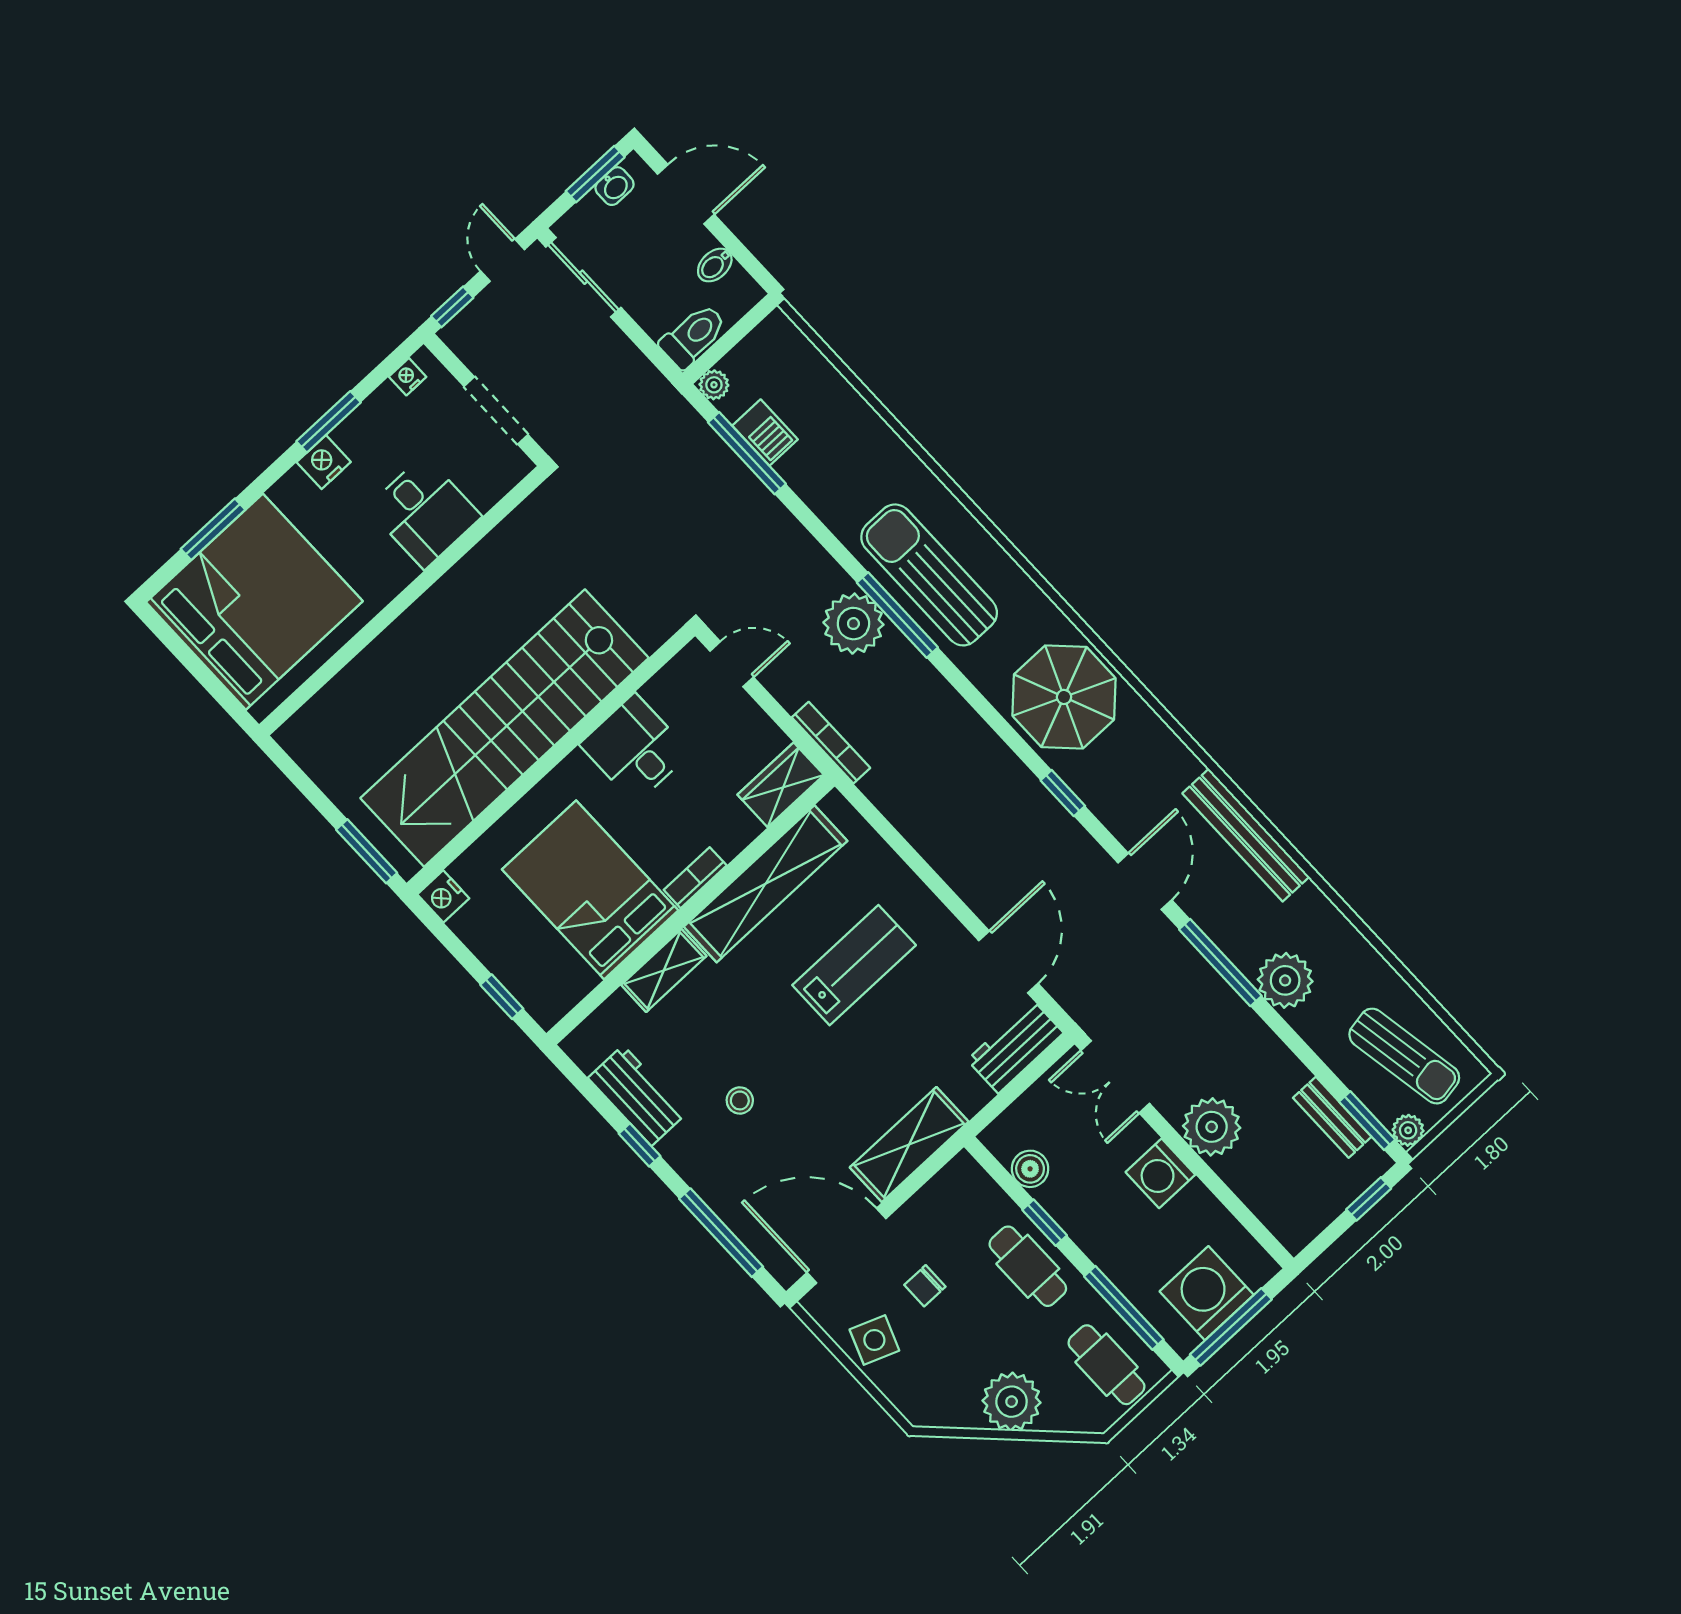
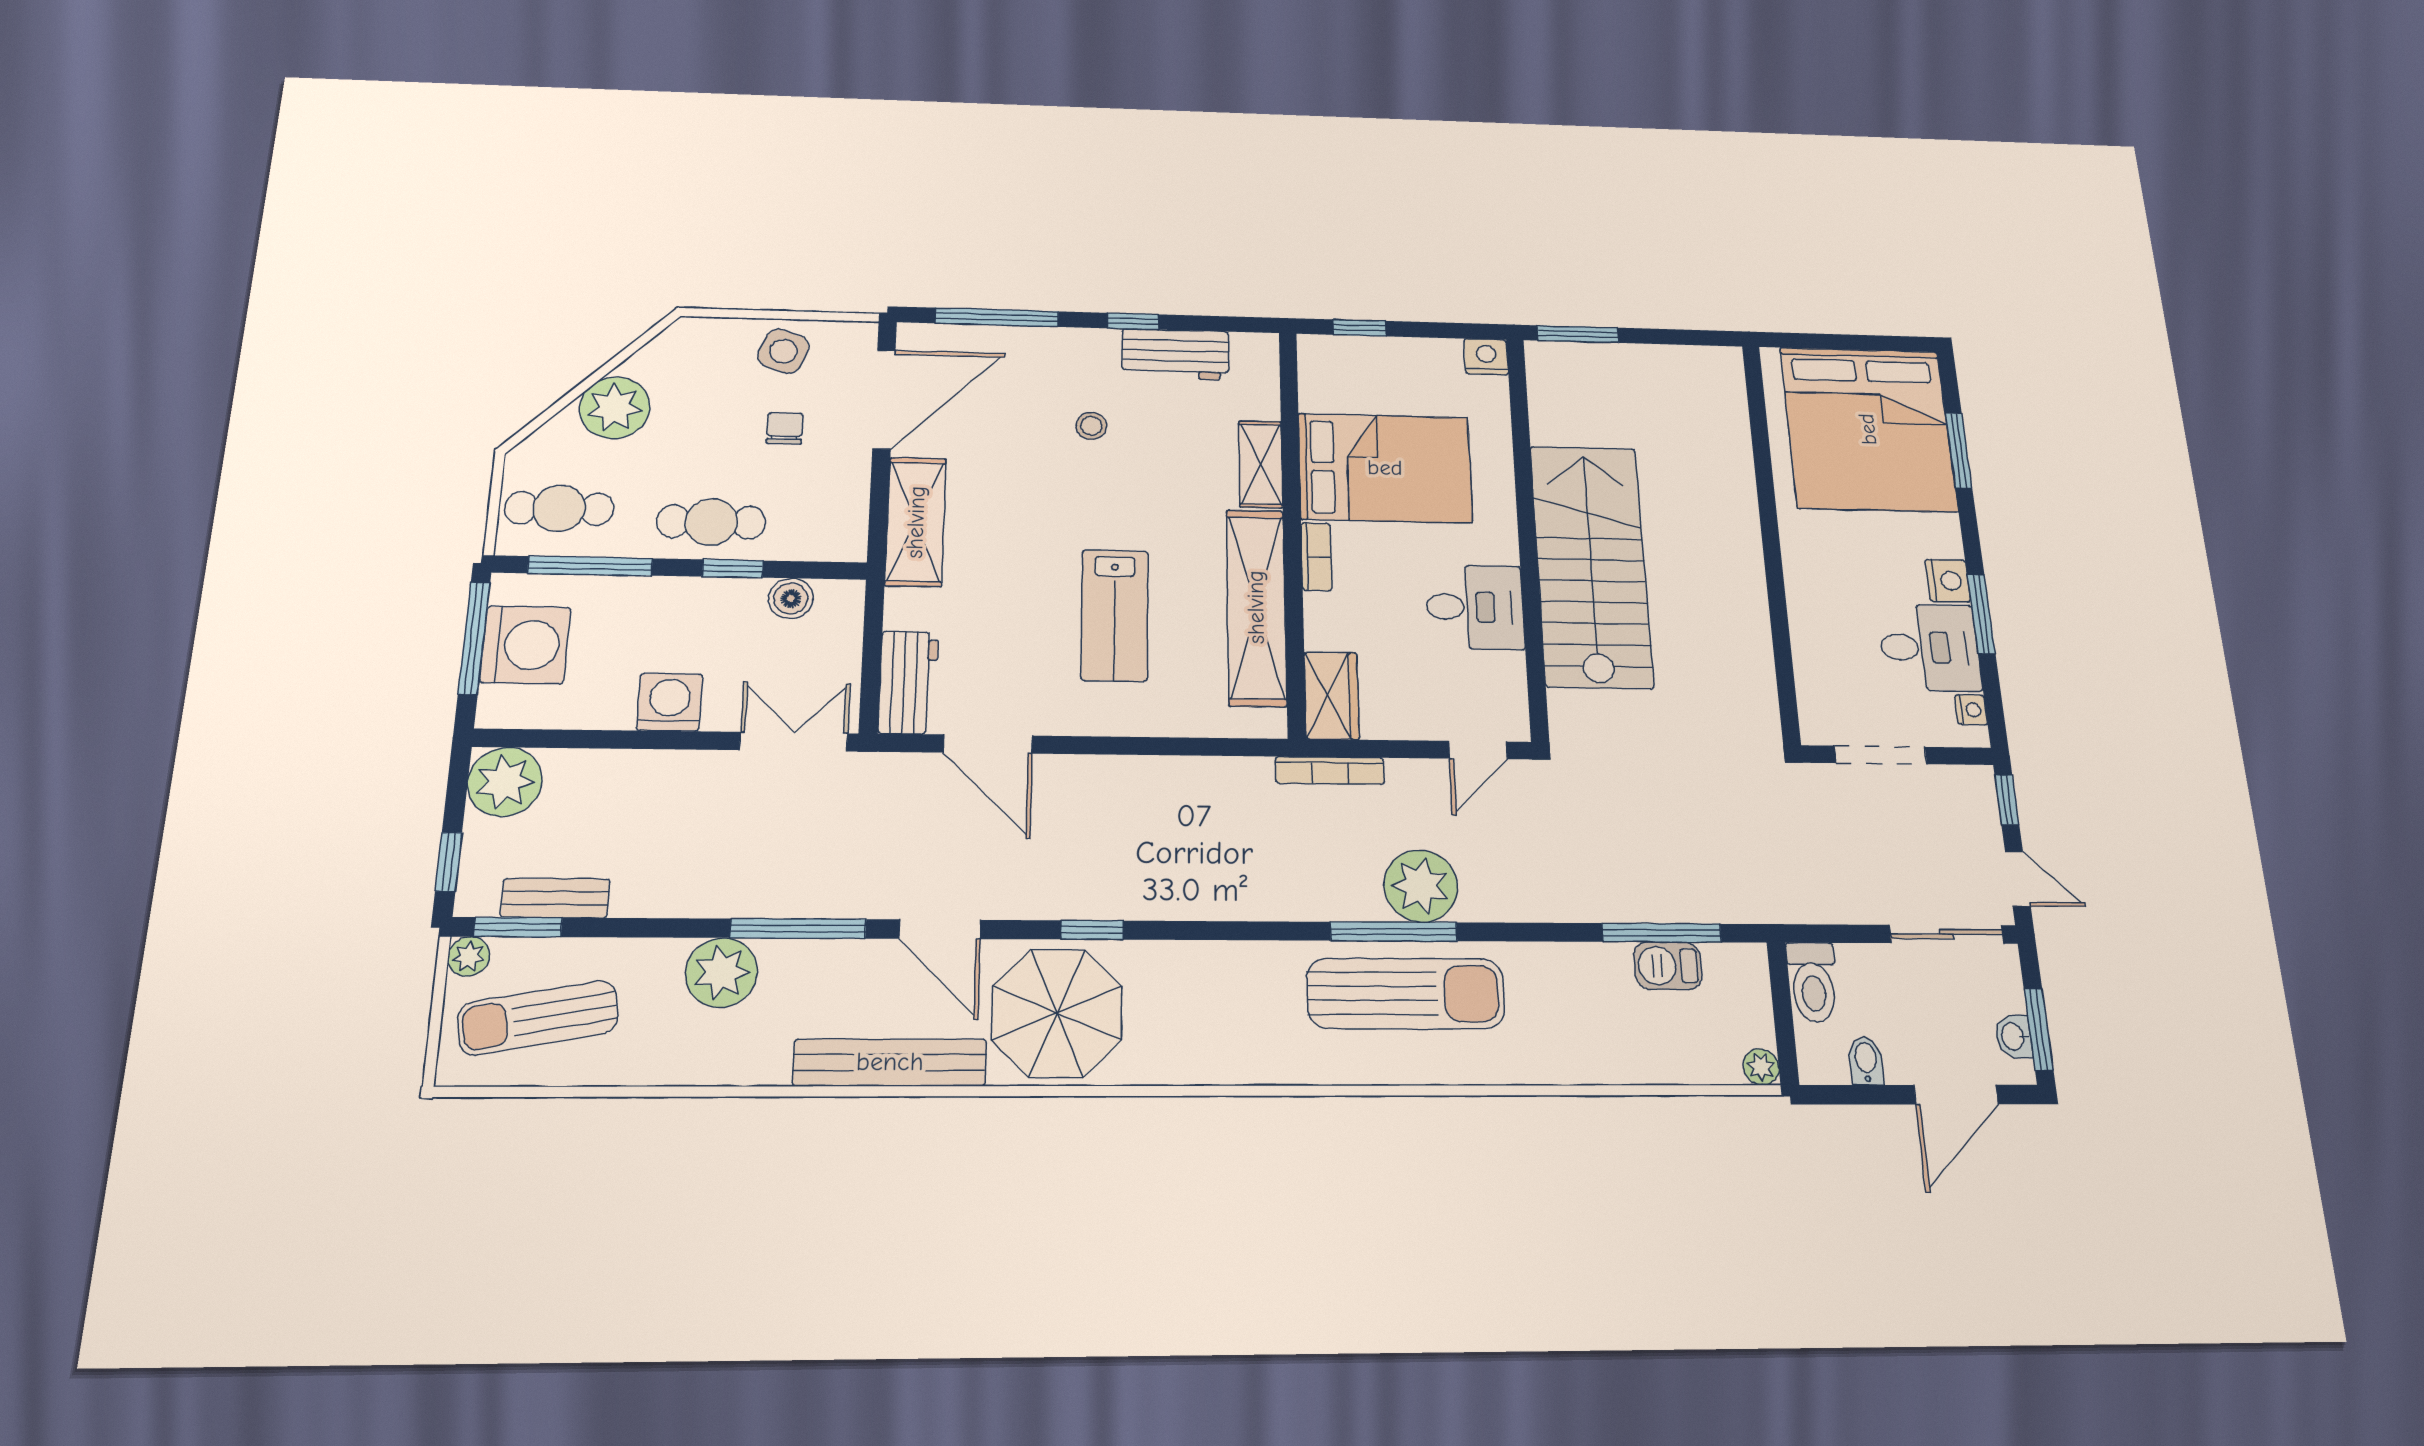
plant: (714, 385) -> (1761, 1067), moved
desk: (424, 512) -> (1929, 647), moved, turned 180
parasol: (1064, 697) -> (1057, 1013), moved
stairs: (504, 728) -> (1591, 566), width x0.73
plant: (1212, 1127) -> (505, 782), moved

